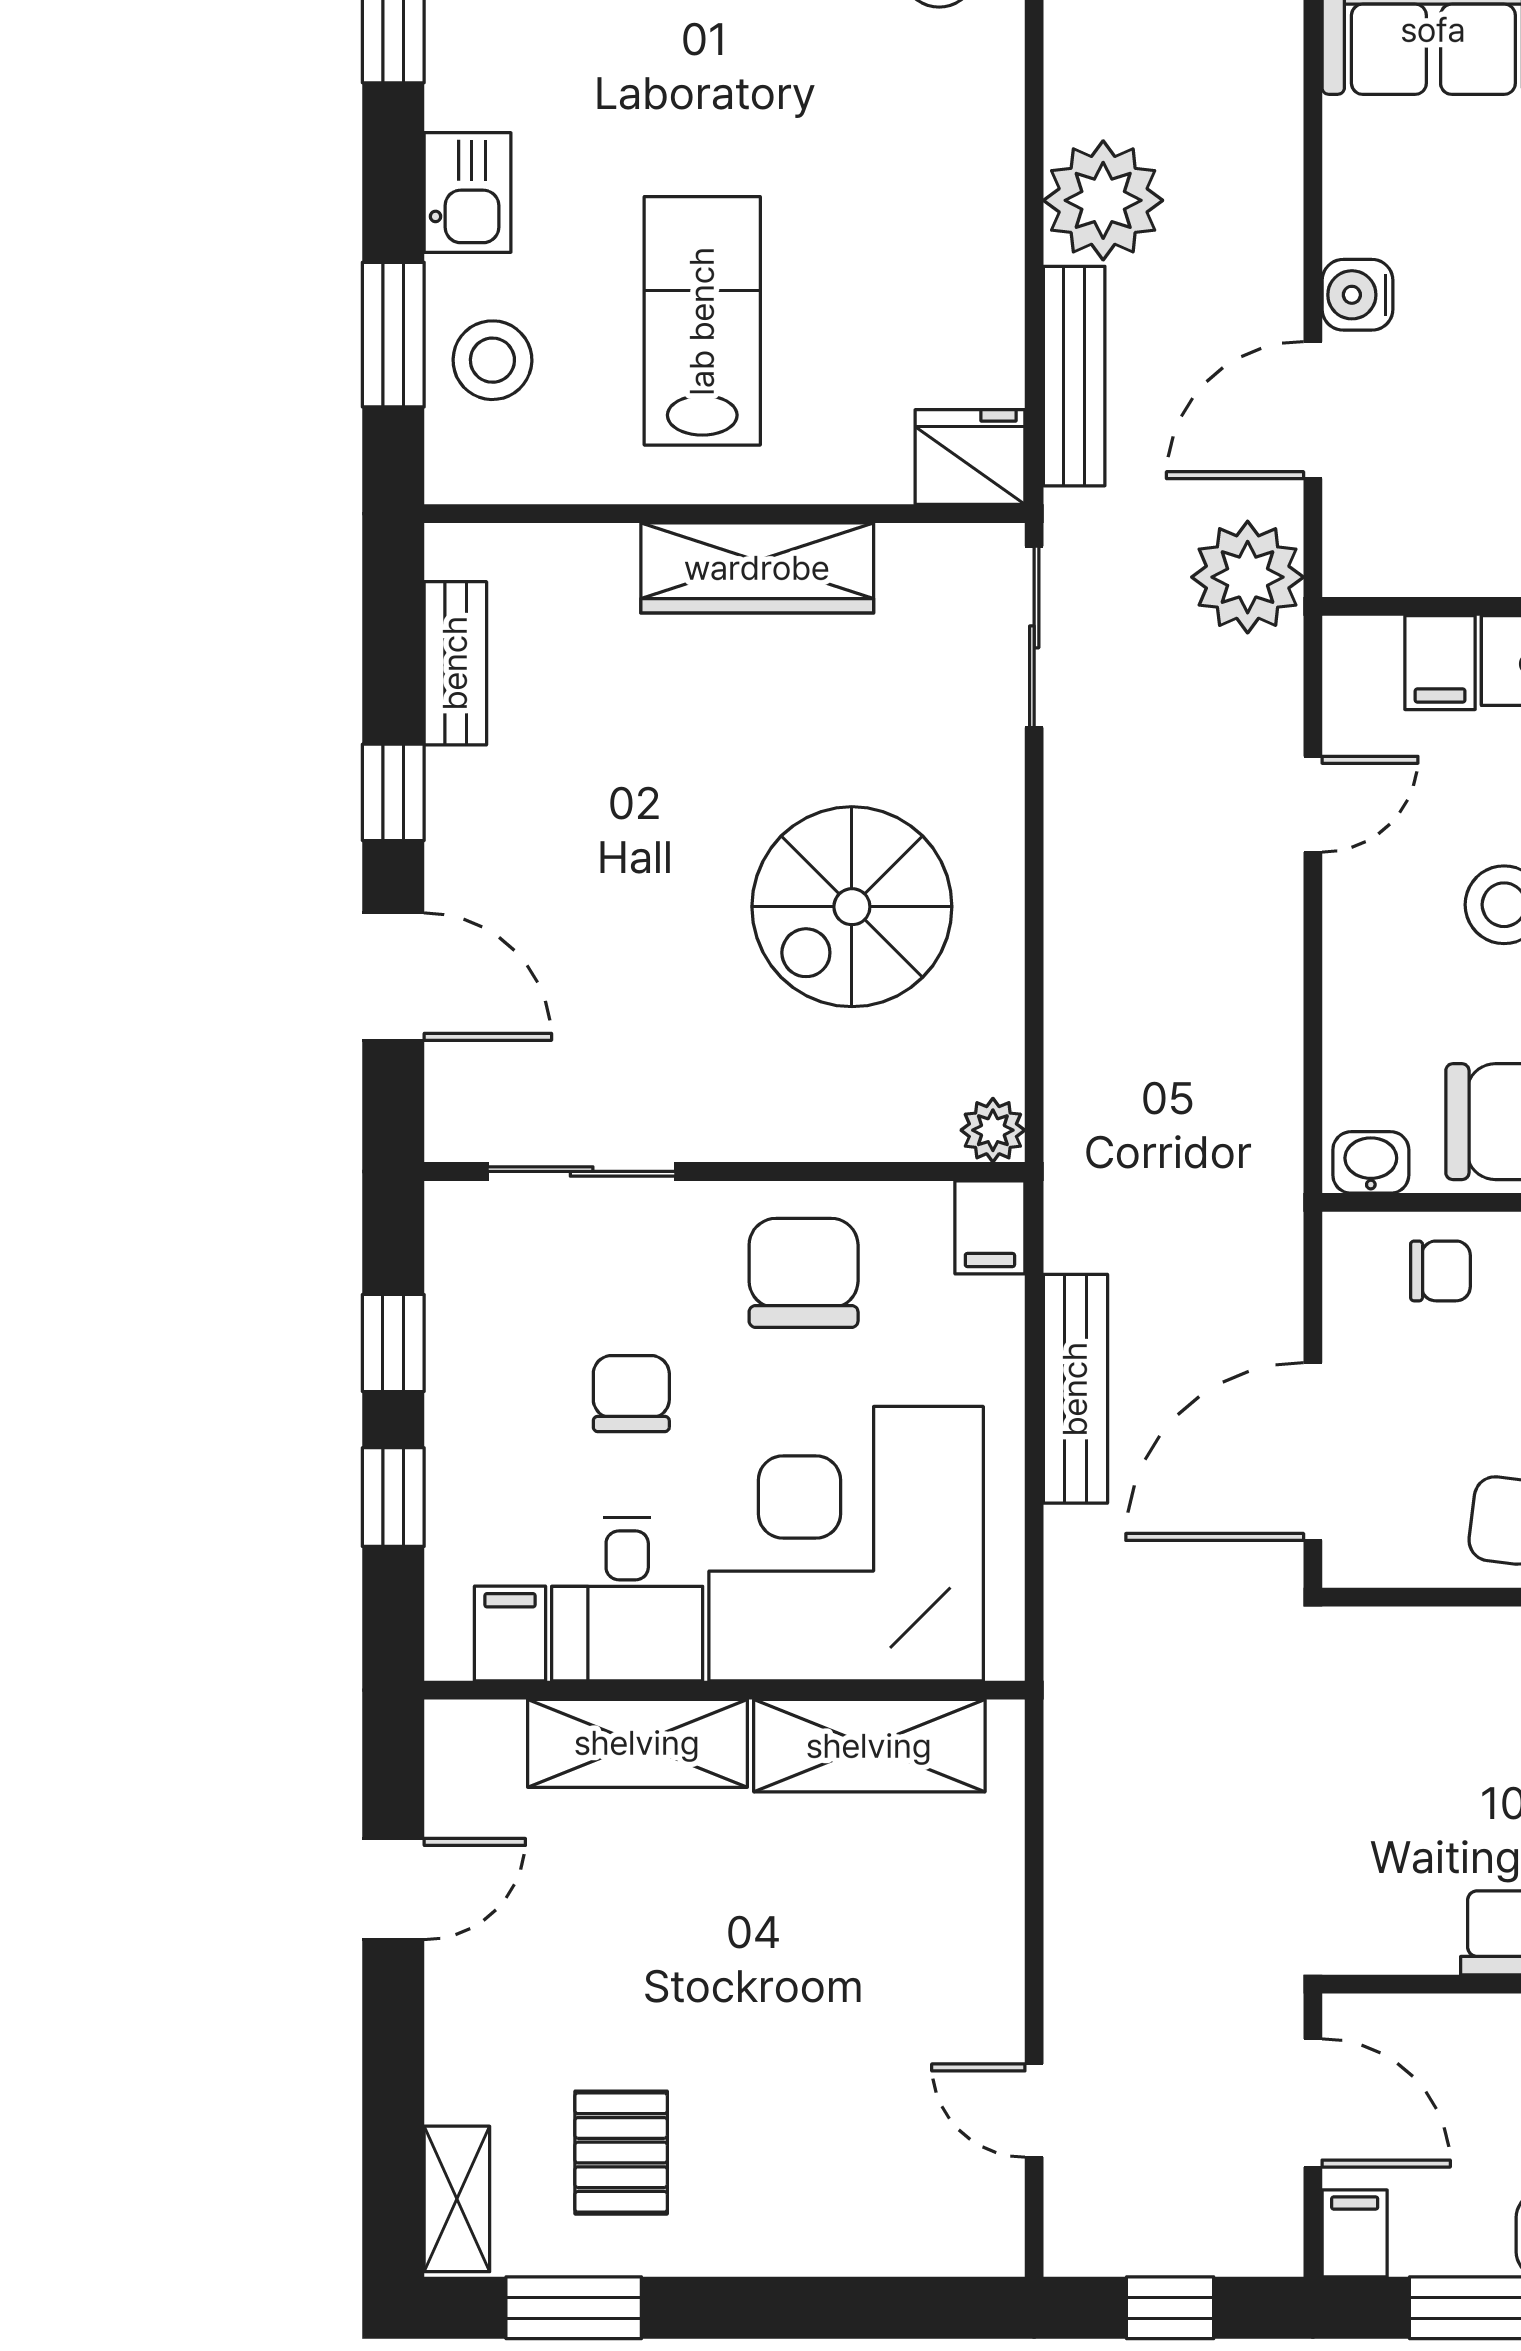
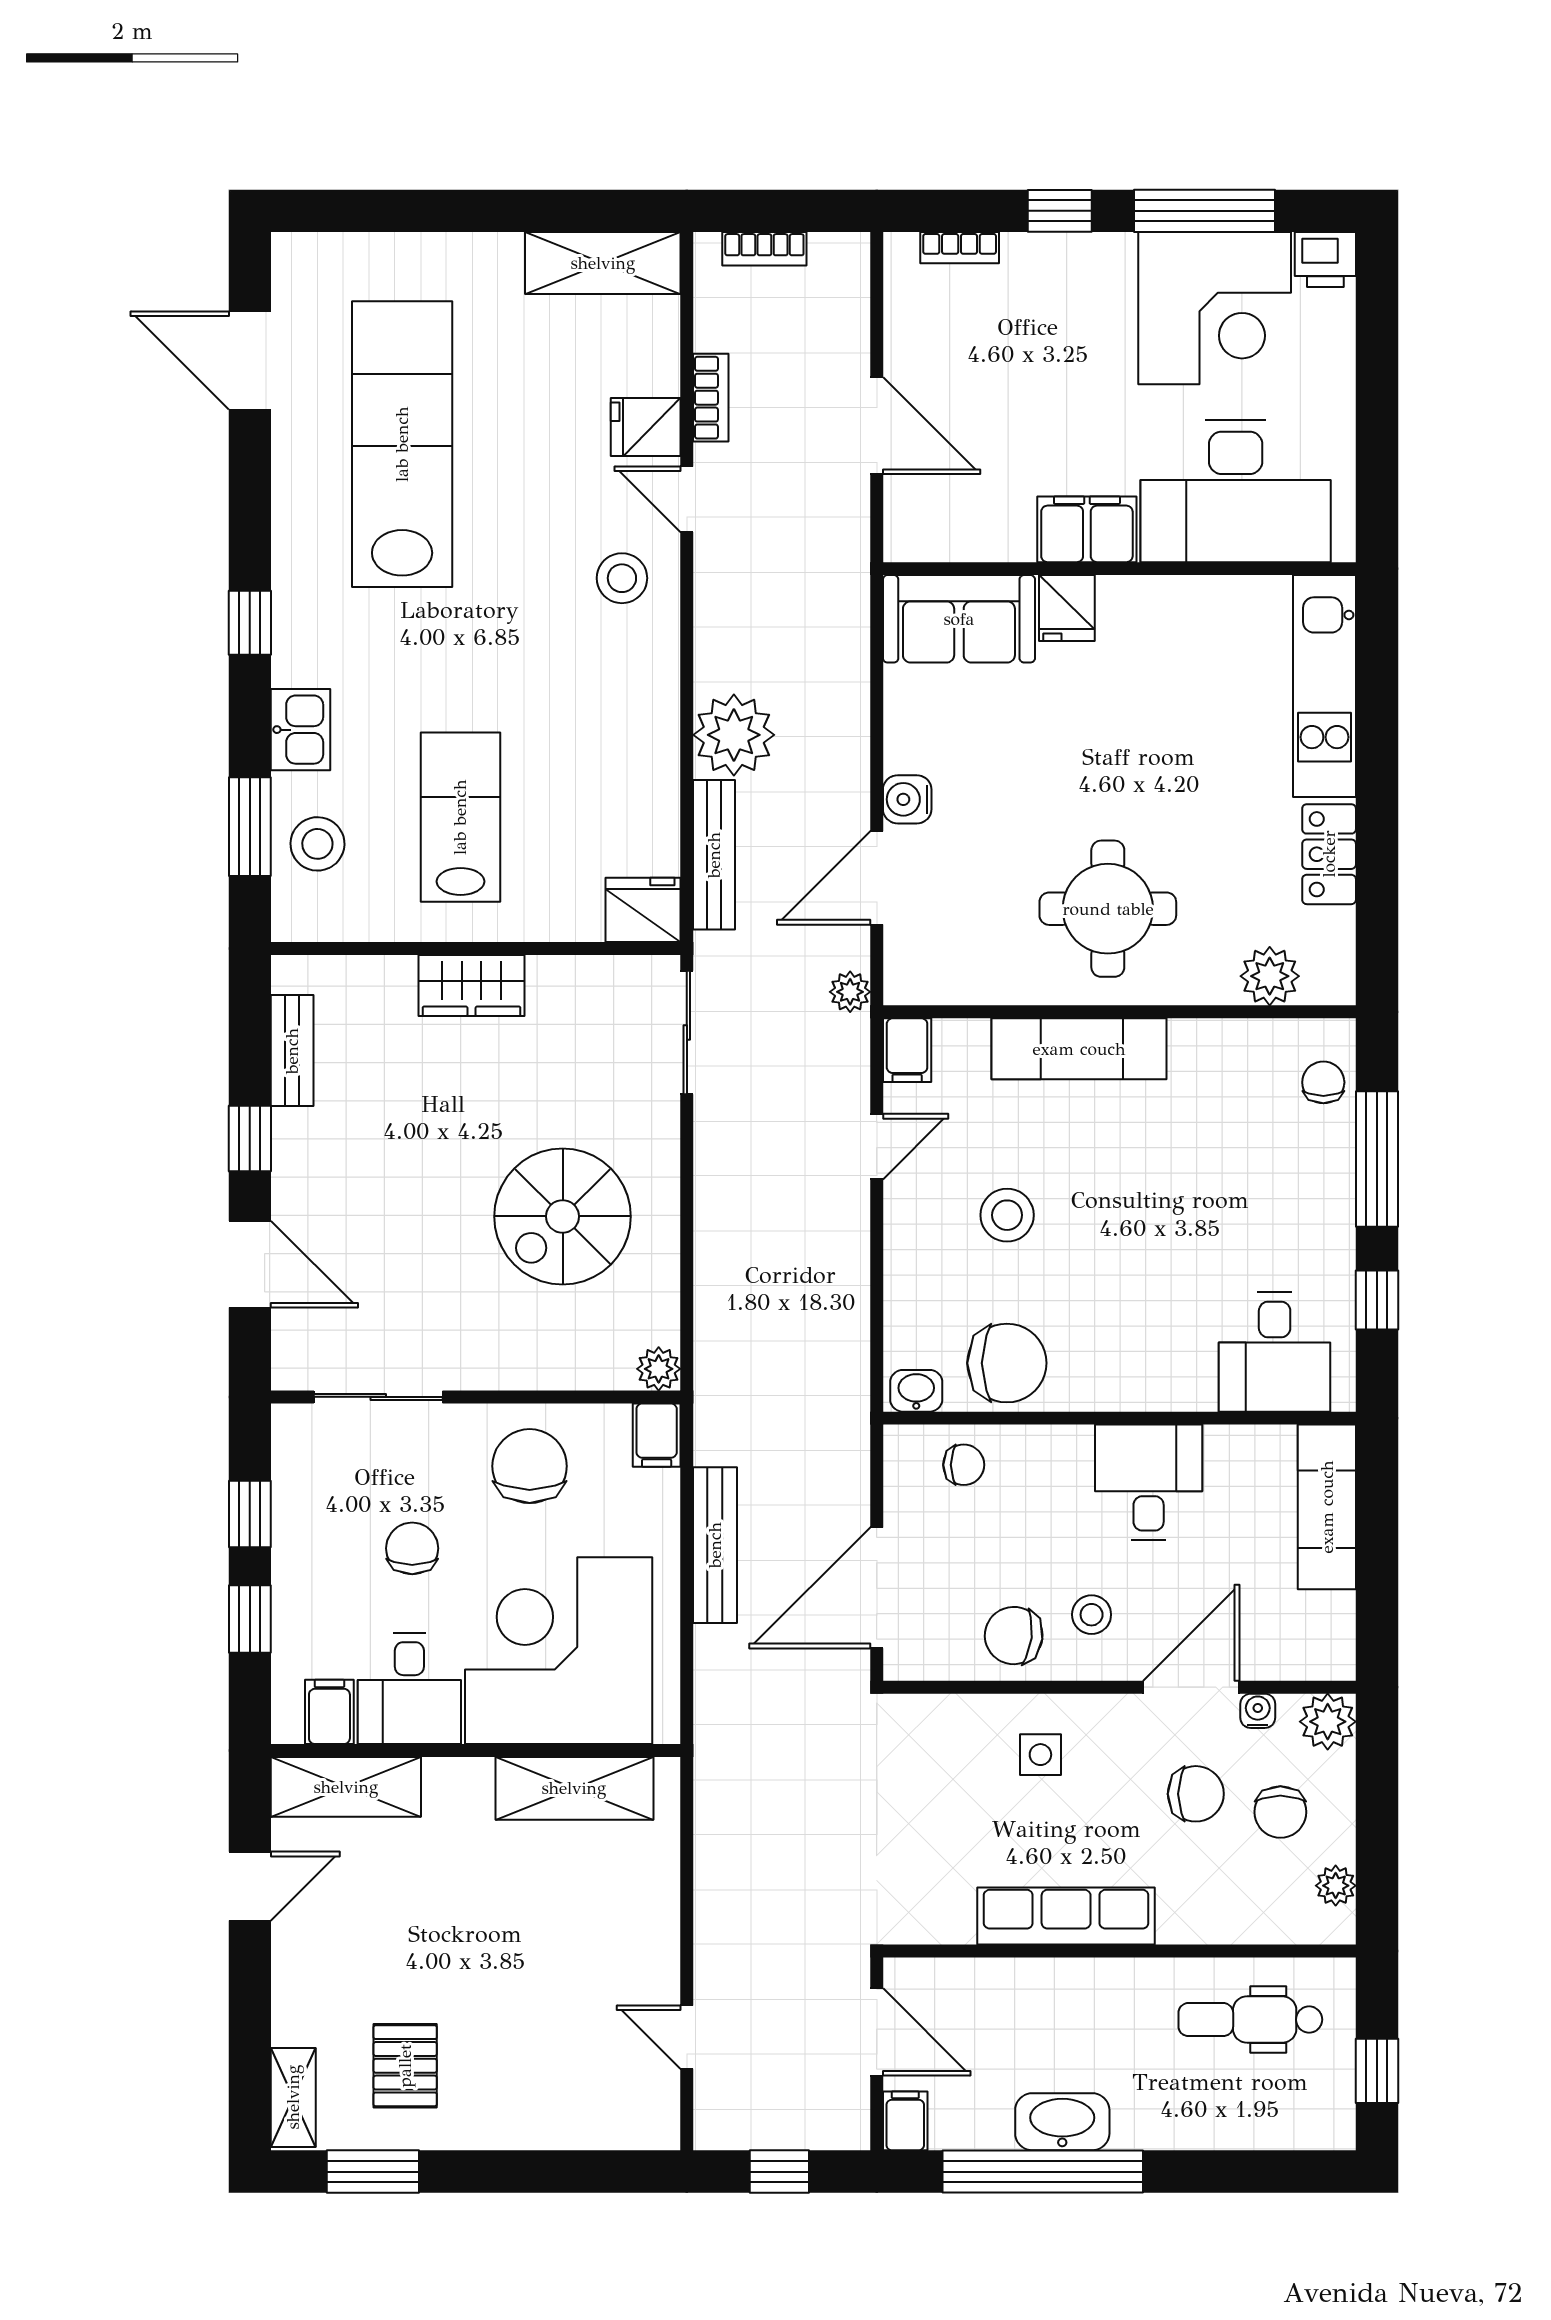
wardrobe: (757, 568) -> (472, 986), width x0.67
plant: (1248, 577) -> (850, 992), width x0.53, depth x0.53
filing cabinet: (1440, 663) -> (907, 1050), moved
shelving: (637, 1743) -> (346, 1787), moved

